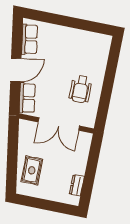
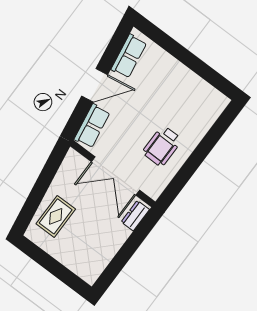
dresser: (77, 185) -> (135, 216), moved

